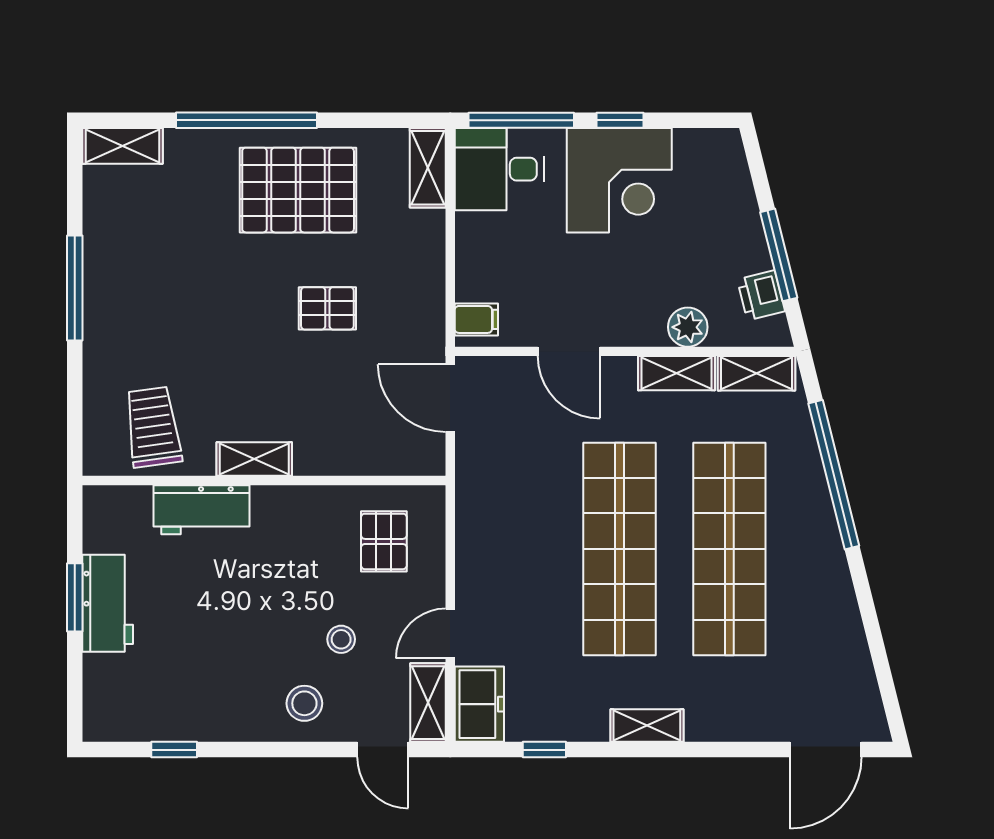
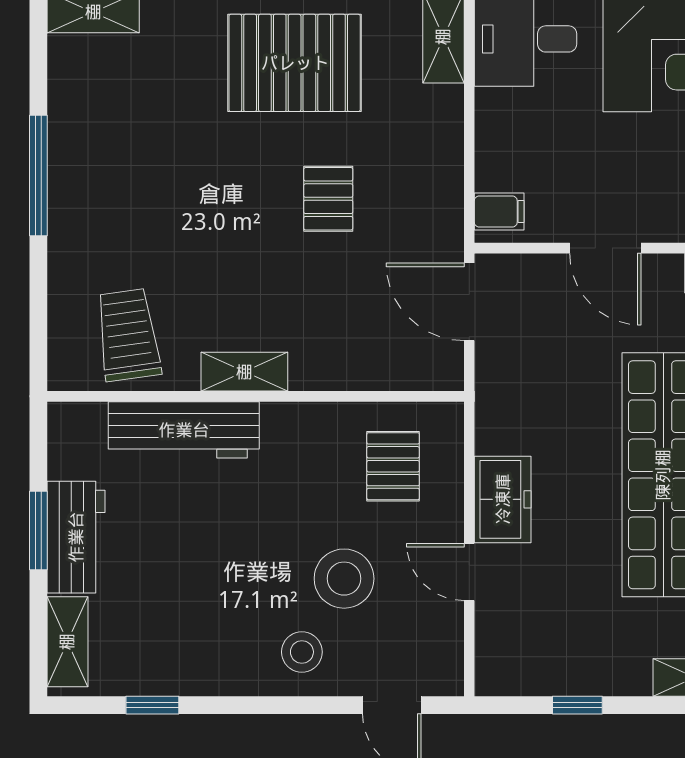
pallet: (327, 308) -> (328, 199), turned 90
workbench: (202, 510) -> (184, 430), width x1.38
door: (450, 634) -> (469, 572), hinge flipped
stool: (341, 639) -> (344, 579), width x1.89, depth x1.89
shelving: (428, 703) -> (67, 642), moved
freezer: (479, 704) -> (503, 499), moved

